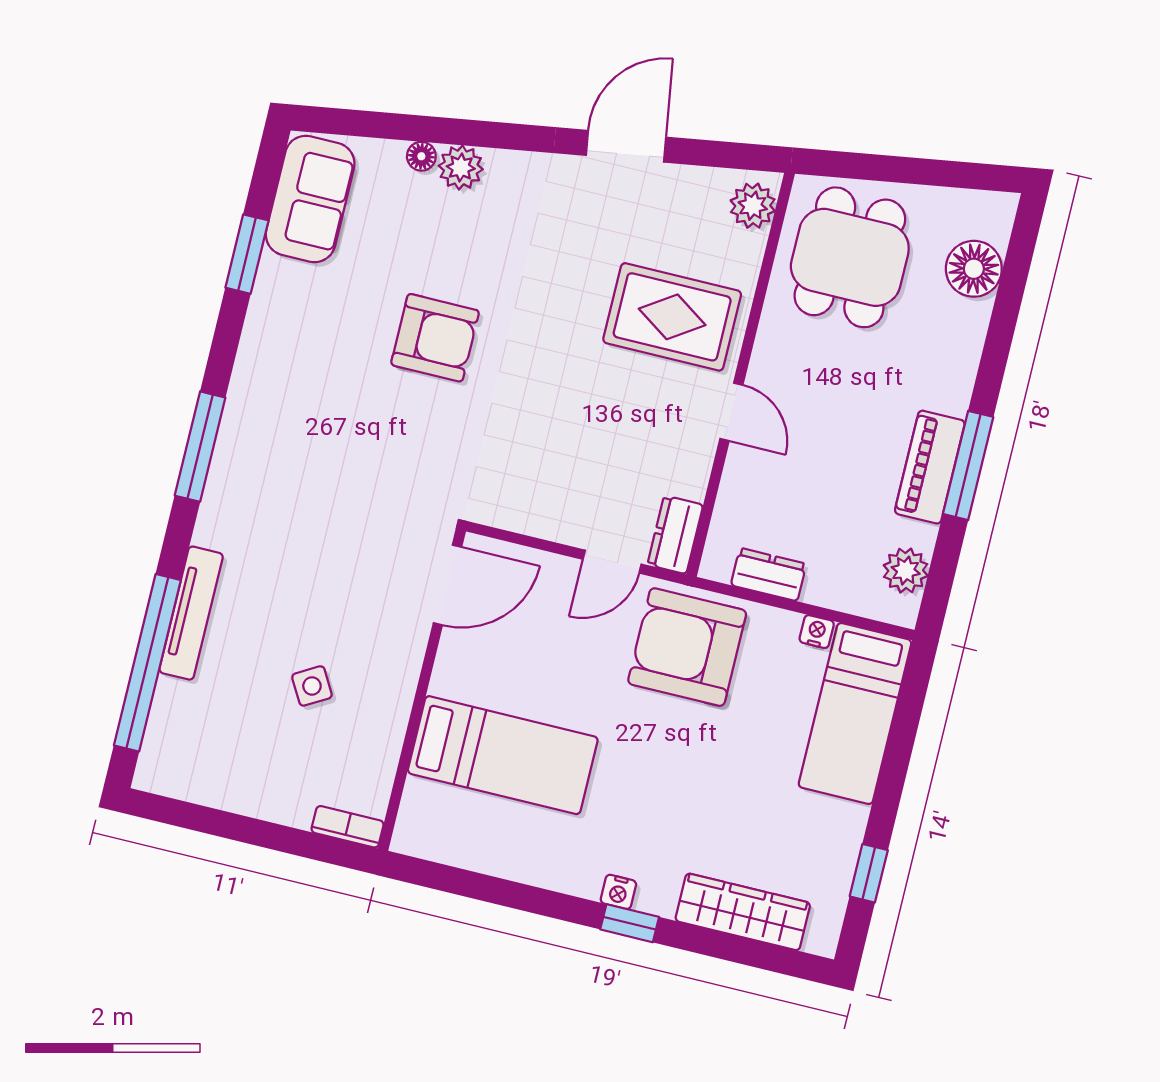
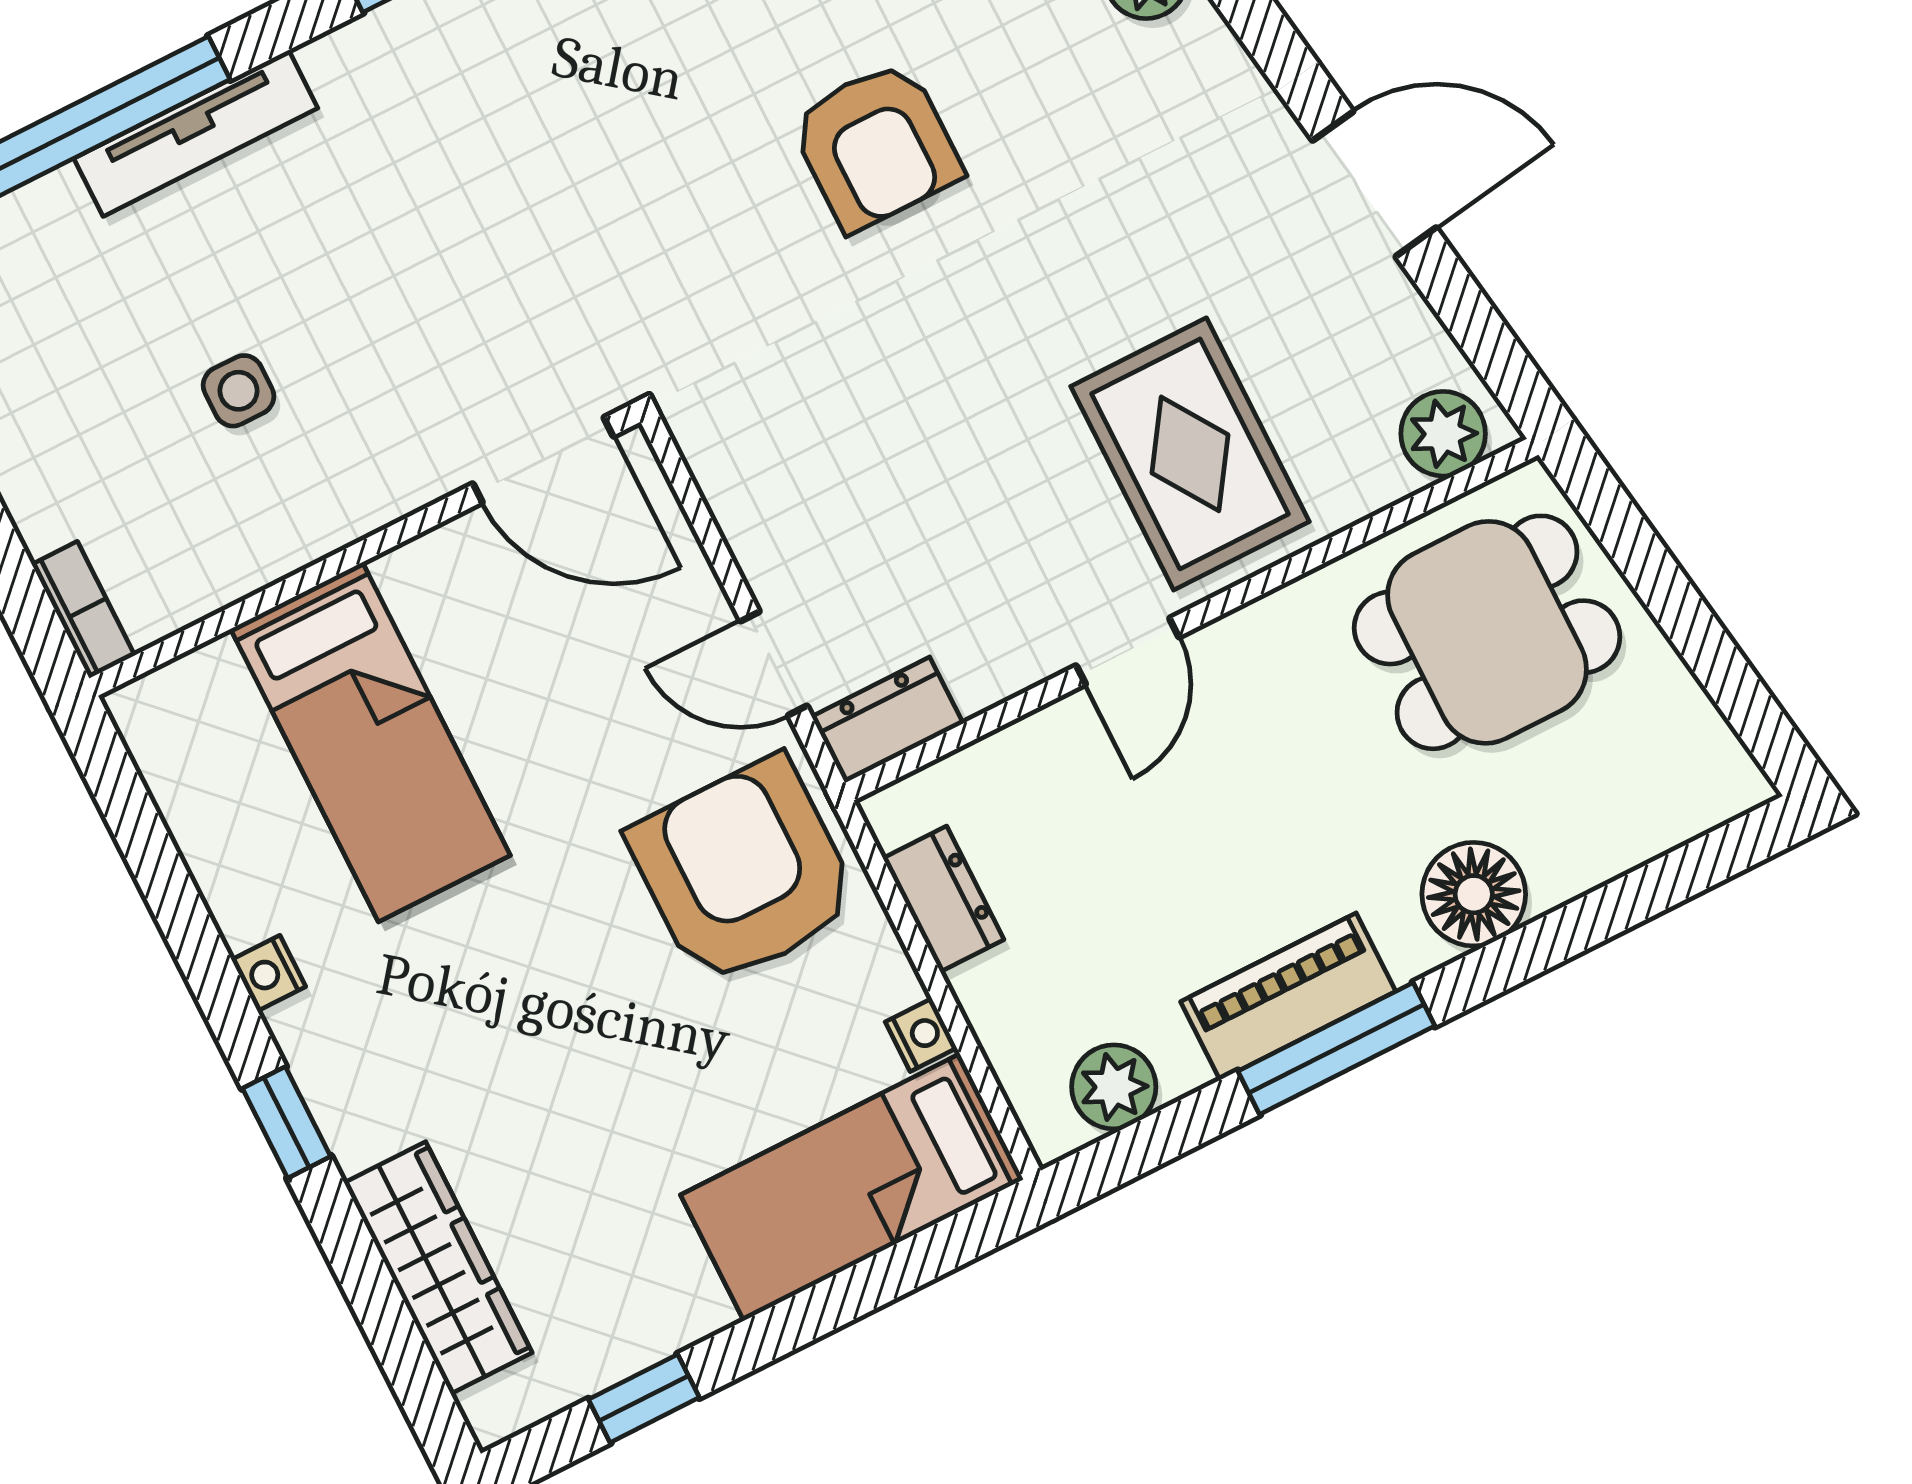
floor lamp: (974, 269) -> (1474, 894), moved
side table: (312, 686) -> (239, 391), turned 30
nightstand: (618, 892) -> (269, 973), moved

